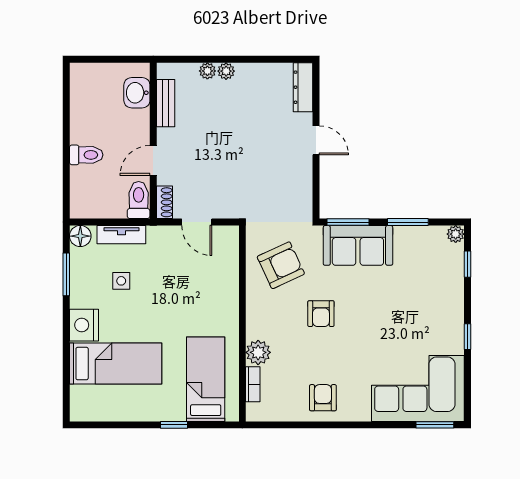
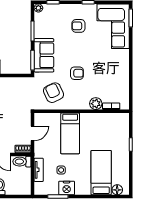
floor lamp: (80, 236) -> (117, 190), moved
nightstand: (84, 325) -> (67, 188), moved
bed: (206, 379) -> (70, 133), moved, turned -90
armchair: (323, 398) -> (78, 26), moved

